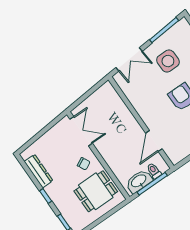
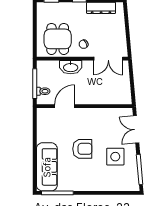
door: (154, 141) -> (65, 106), hinge flipped
washbasin: (139, 181) -> (71, 67), moved, turned 90

